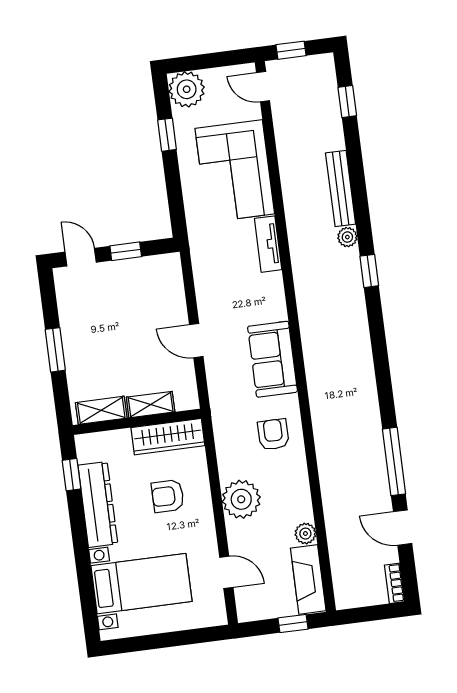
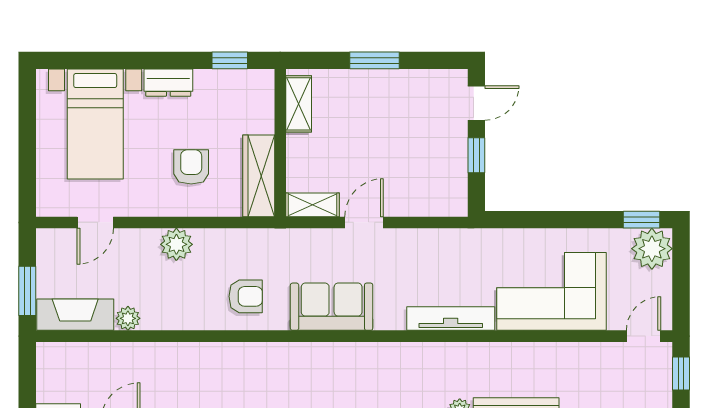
window: (167, 135) -> (641, 220), moved
tv unit: (268, 244) -> (451, 319), width x1.41
shelving: (151, 405) -> (313, 205), moved, turned 90
plant: (241, 499) -> (176, 244), width x0.73, depth x0.73
dresser: (98, 505) -> (168, 83), width x0.51, depth x0.80
window: (293, 624) -> (27, 291), width x1.50

